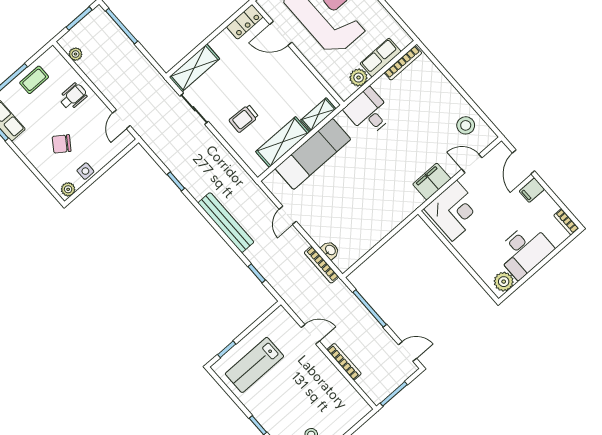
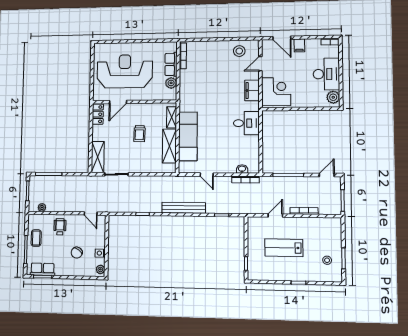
desk: (369, 112) -> (246, 123), moved, turned 180
trolley: (244, 119) -> (139, 134), moved
lab bench: (254, 365) -> (284, 248), moved, turned 90

